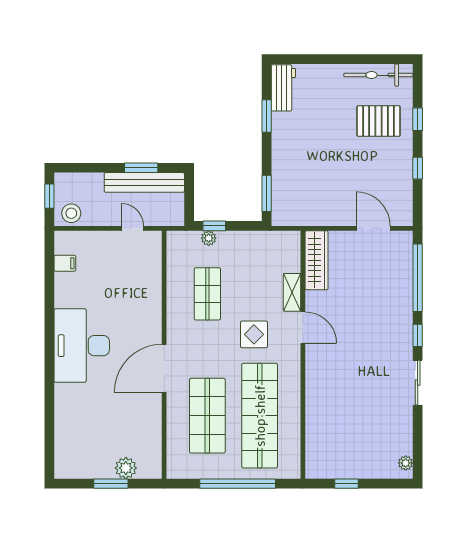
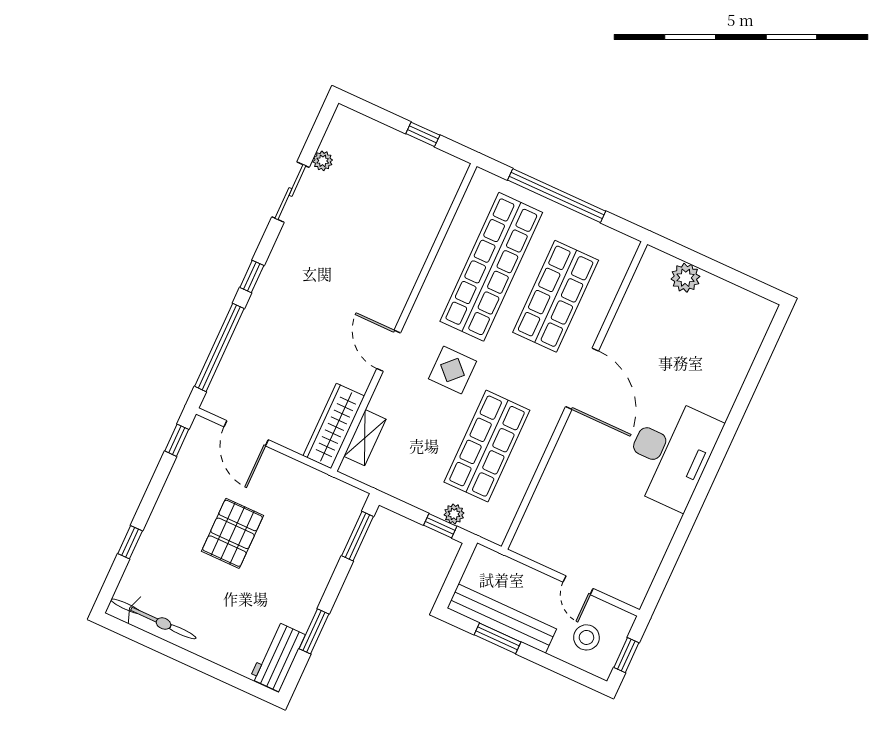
pallet: (378, 121) -> (232, 533), moved, turned 90
window: (418, 168) -> (177, 440), moved
stool: (71, 213) -> (586, 637), moved
door: (132, 228) -> (578, 585), moved
filing cabinet: (65, 263) -> (645, 564), removed
shelving: (292, 292) -> (365, 438), moved
shop shelf: (207, 294) -> (487, 446), width x1.43, depth x1.36
door: (164, 368) -> (582, 379), hinge flipped
sliding door: (418, 383) -> (290, 192), moved
plant: (406, 463) -> (323, 161), moved
window: (111, 484) -> (713, 267), removed

